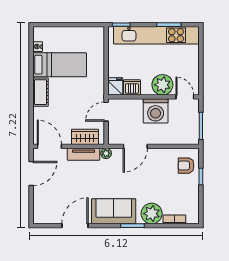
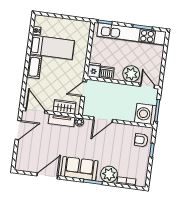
washing machine: (156, 111) -> (145, 114), moved, turned 90

